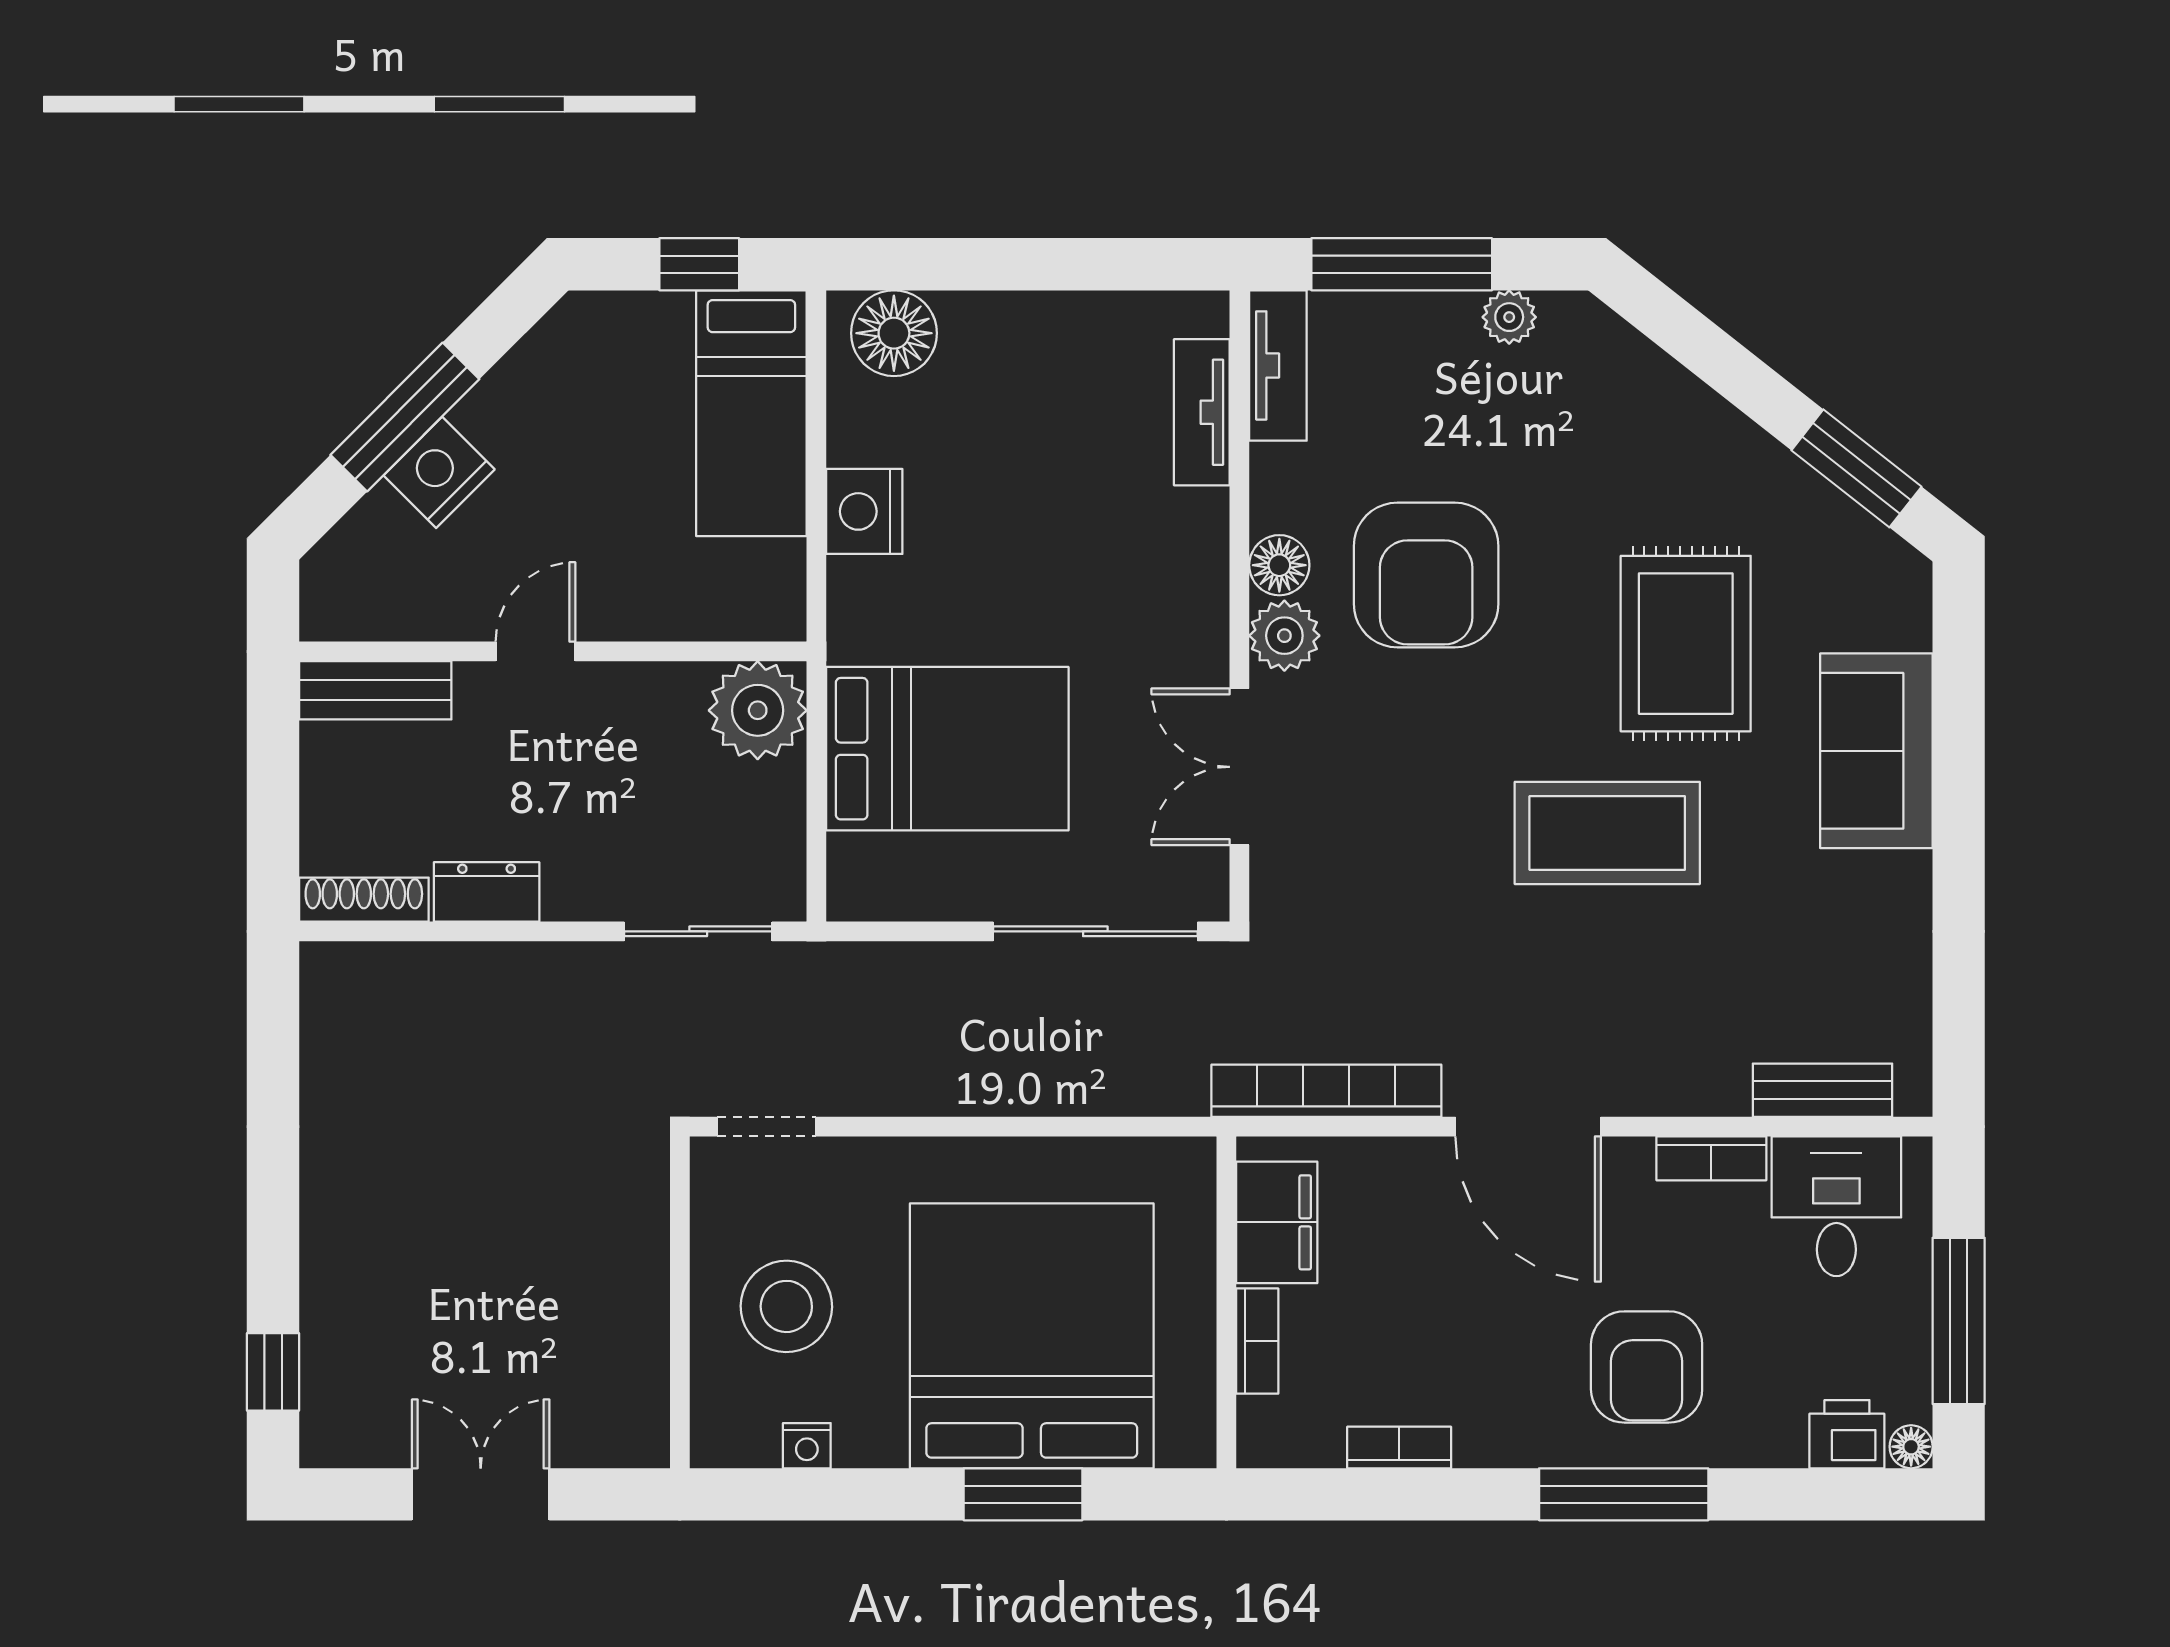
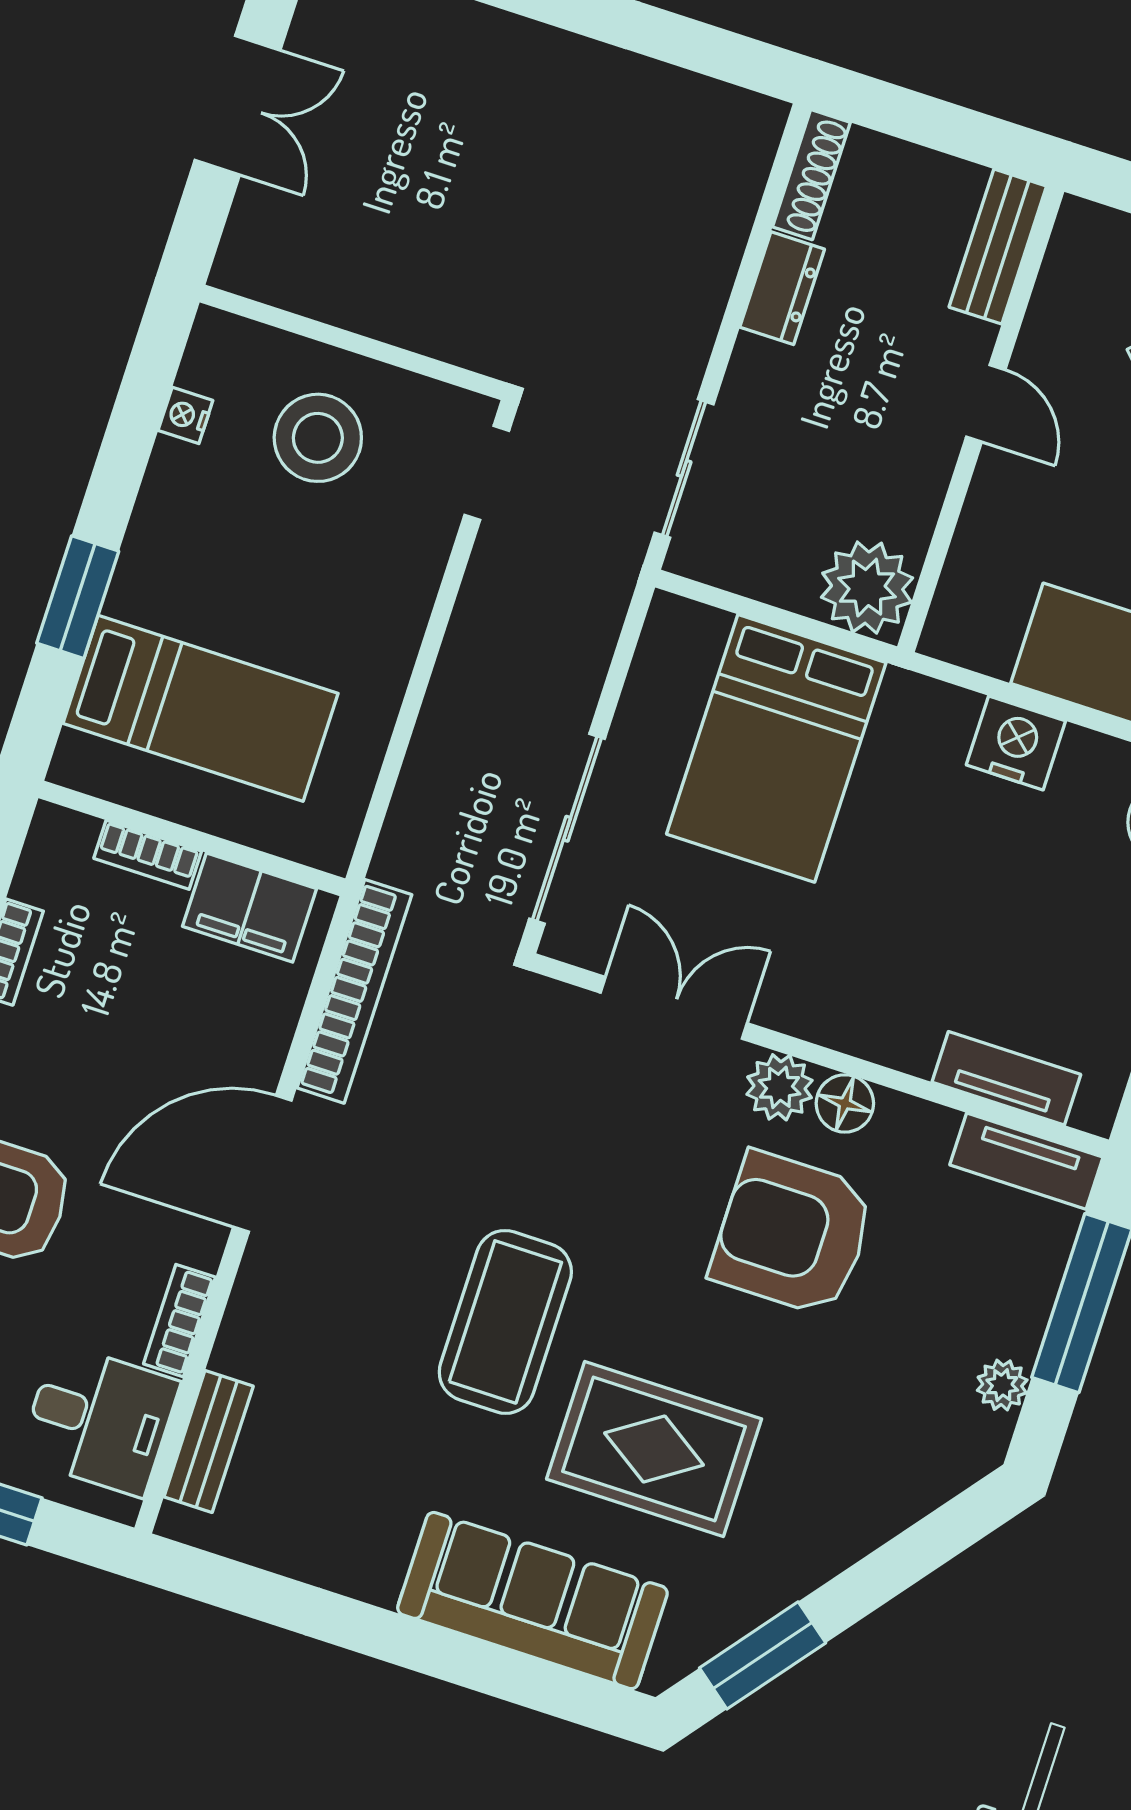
sofa: (1876, 751) -> (532, 1601), width x1.36
bed: (1032, 1336) -> (201, 708), width x0.49

